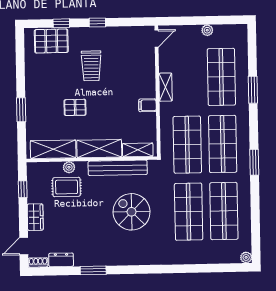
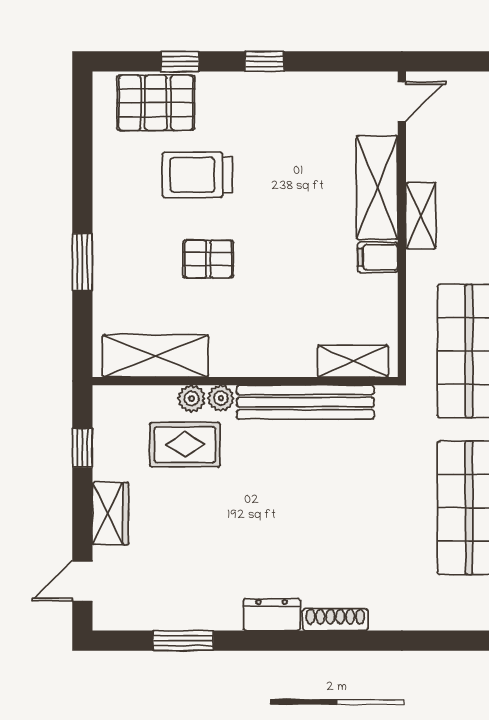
trolley: (91, 66) -> (197, 175), moved, turned 90
shelving: (99, 149) -> (377, 188), moved, turned 90
plant: (82, 167) -> (221, 398), added
spiral stairs: (132, 212) -> (336, 506), removed
dresser: (61, 260) -> (272, 615), moved
shoe rack: (38, 262) -> (335, 620), moved, width x1.43
window: (93, 270) -> (183, 641), moved

